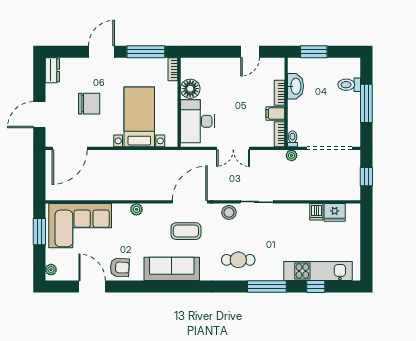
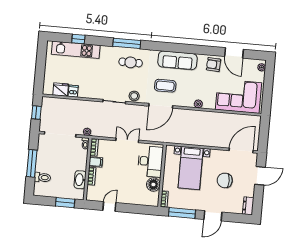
window: (39, 232) -> (267, 94), removed
window: (267, 287) -> (127, 43), moved

